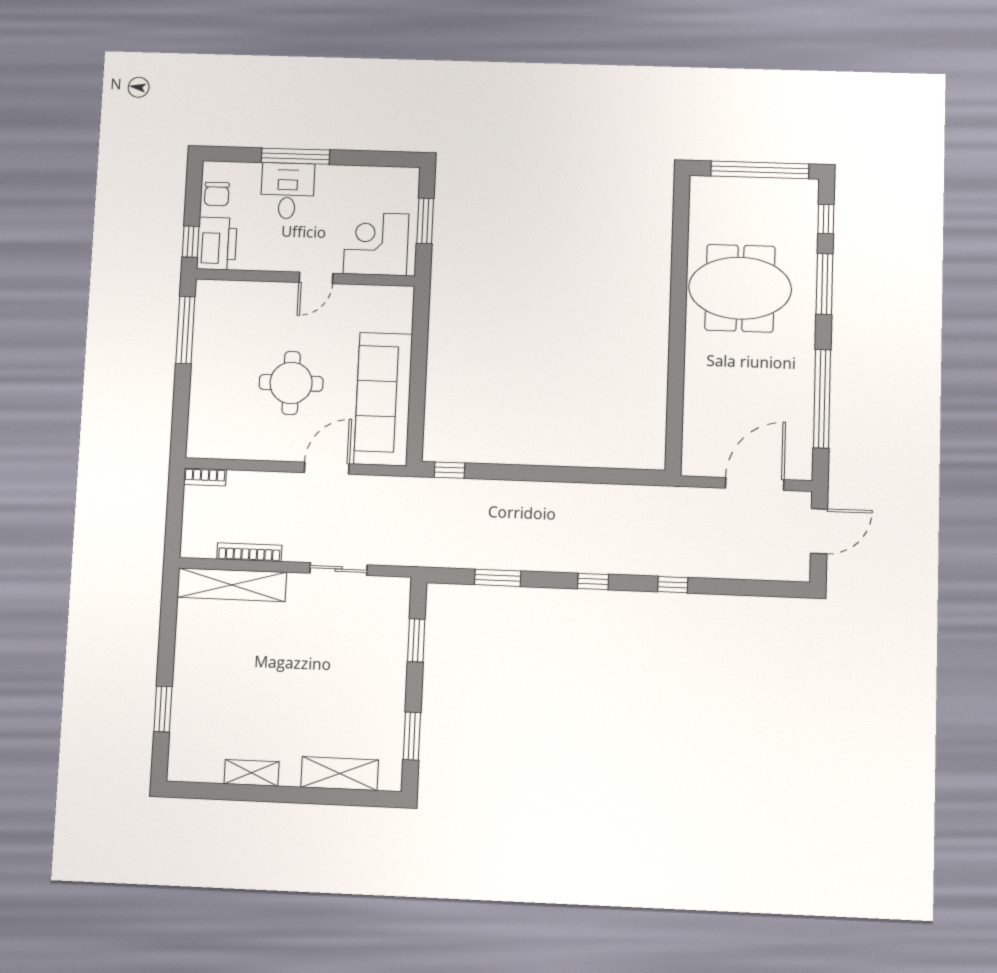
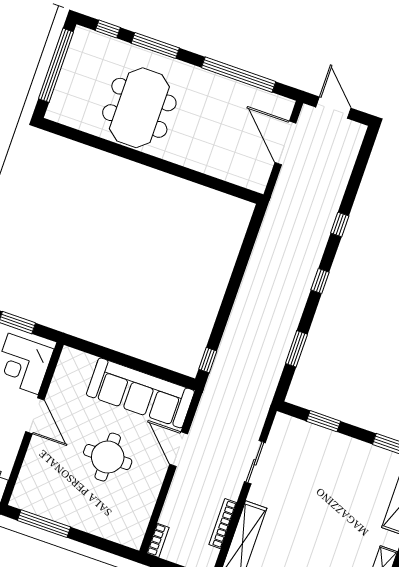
door: (316, 278) -> (35, 416), width x1.37

